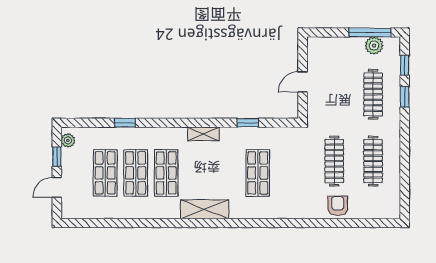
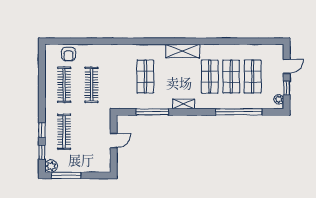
plant: (374, 46) -> (51, 166), moved
window: (125, 123) -> (239, 112), width x3.17
window: (248, 123) -> (152, 112), width x2.17
armchair: (338, 206) -> (69, 54), moved

